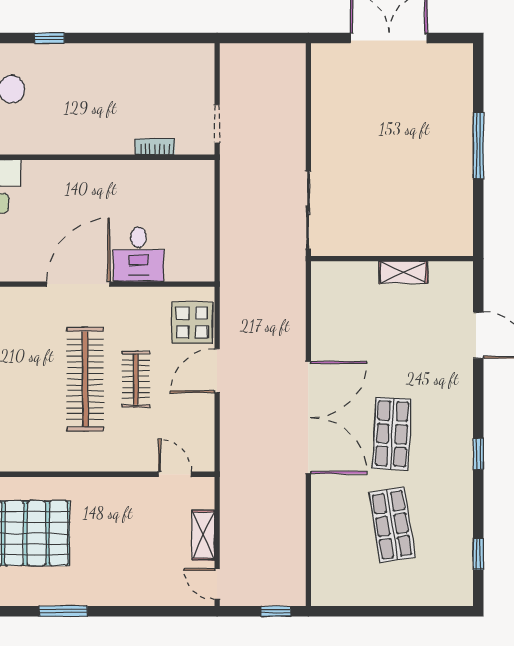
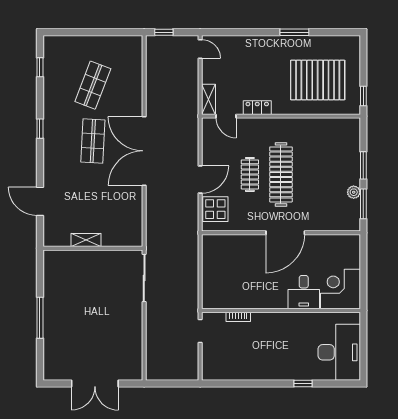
desk: (138, 254) -> (304, 292), moved, turned 180
locker: (124, 488) -> (257, 108), added
shop shelf: (392, 525) -> (93, 85), turned 30
shelving: (203, 535) -> (209, 99), moved

